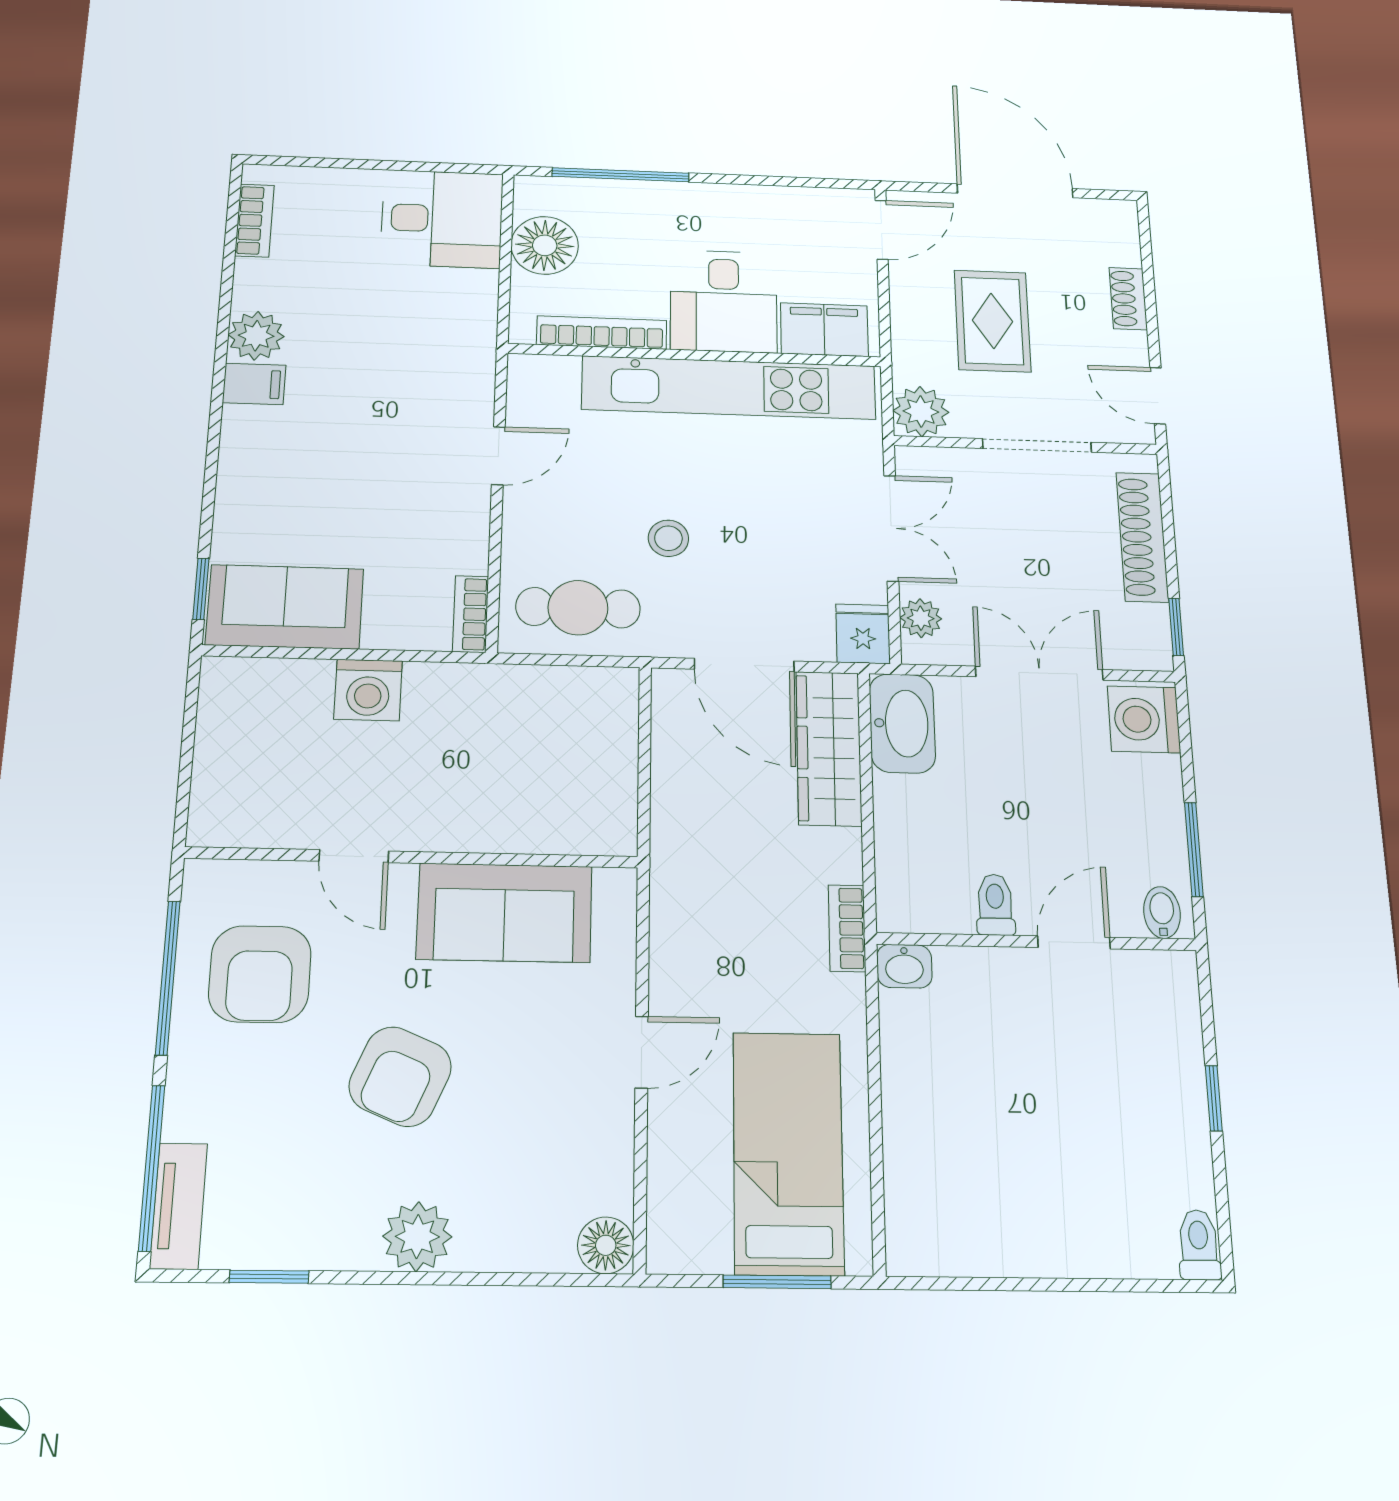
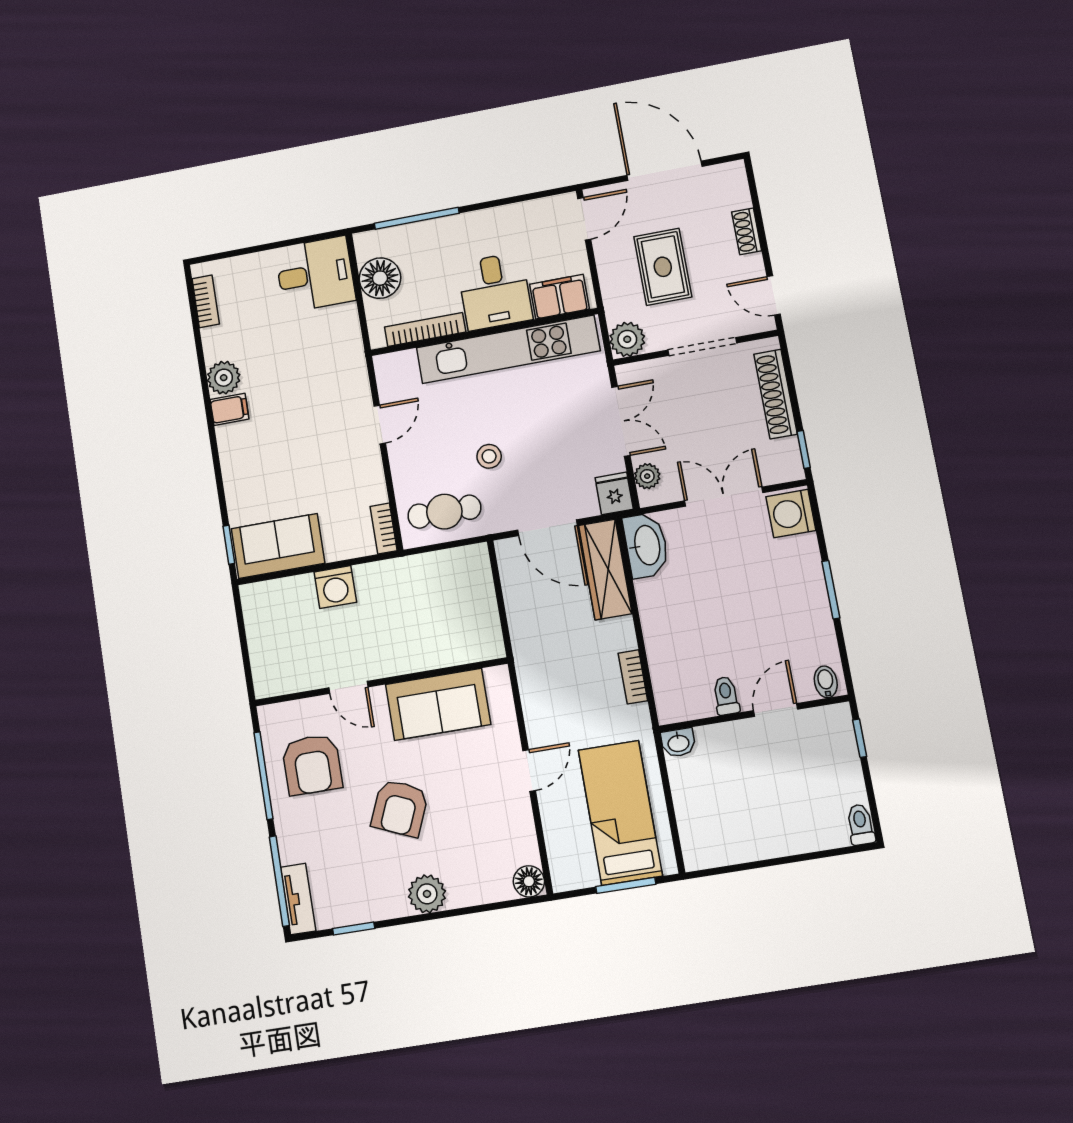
toilet: (995, 905) -> (726, 696), moved
bidet: (1162, 912) -> (826, 682), moved
wall: (1037, 942) -> (754, 714), moved
door: (1074, 942) -> (776, 710), moved
washbasin: (904, 966) -> (678, 743), moved

